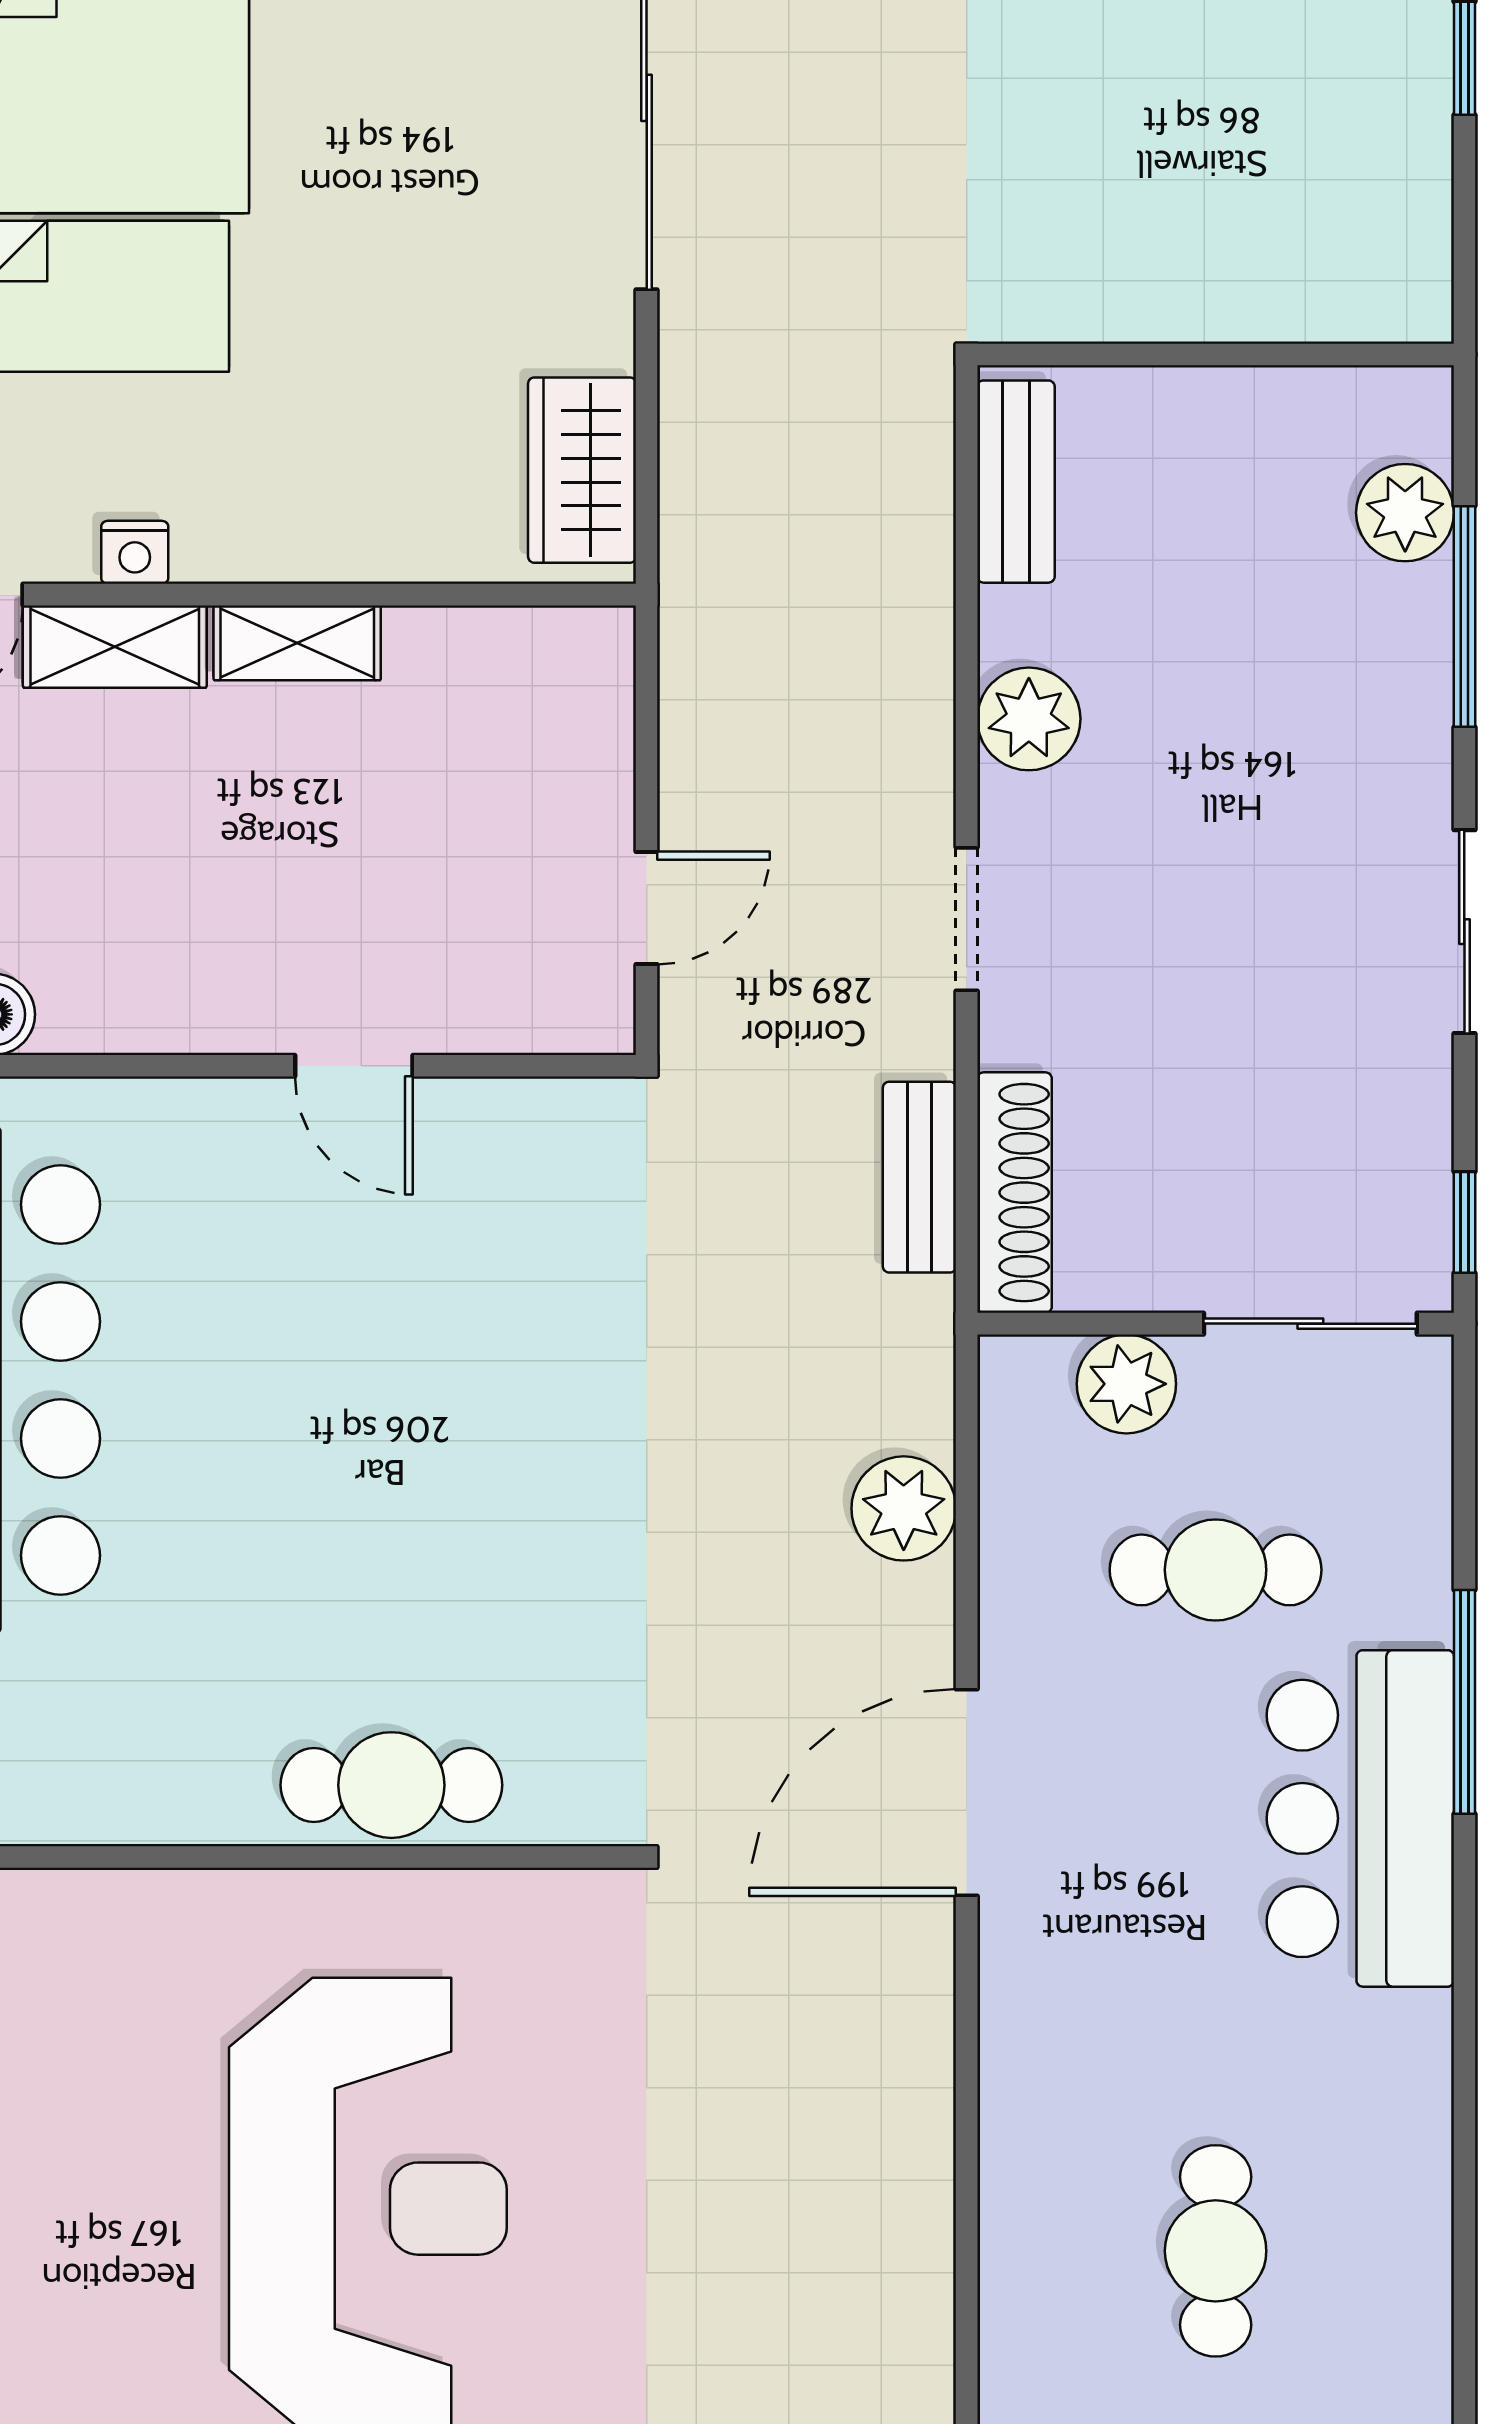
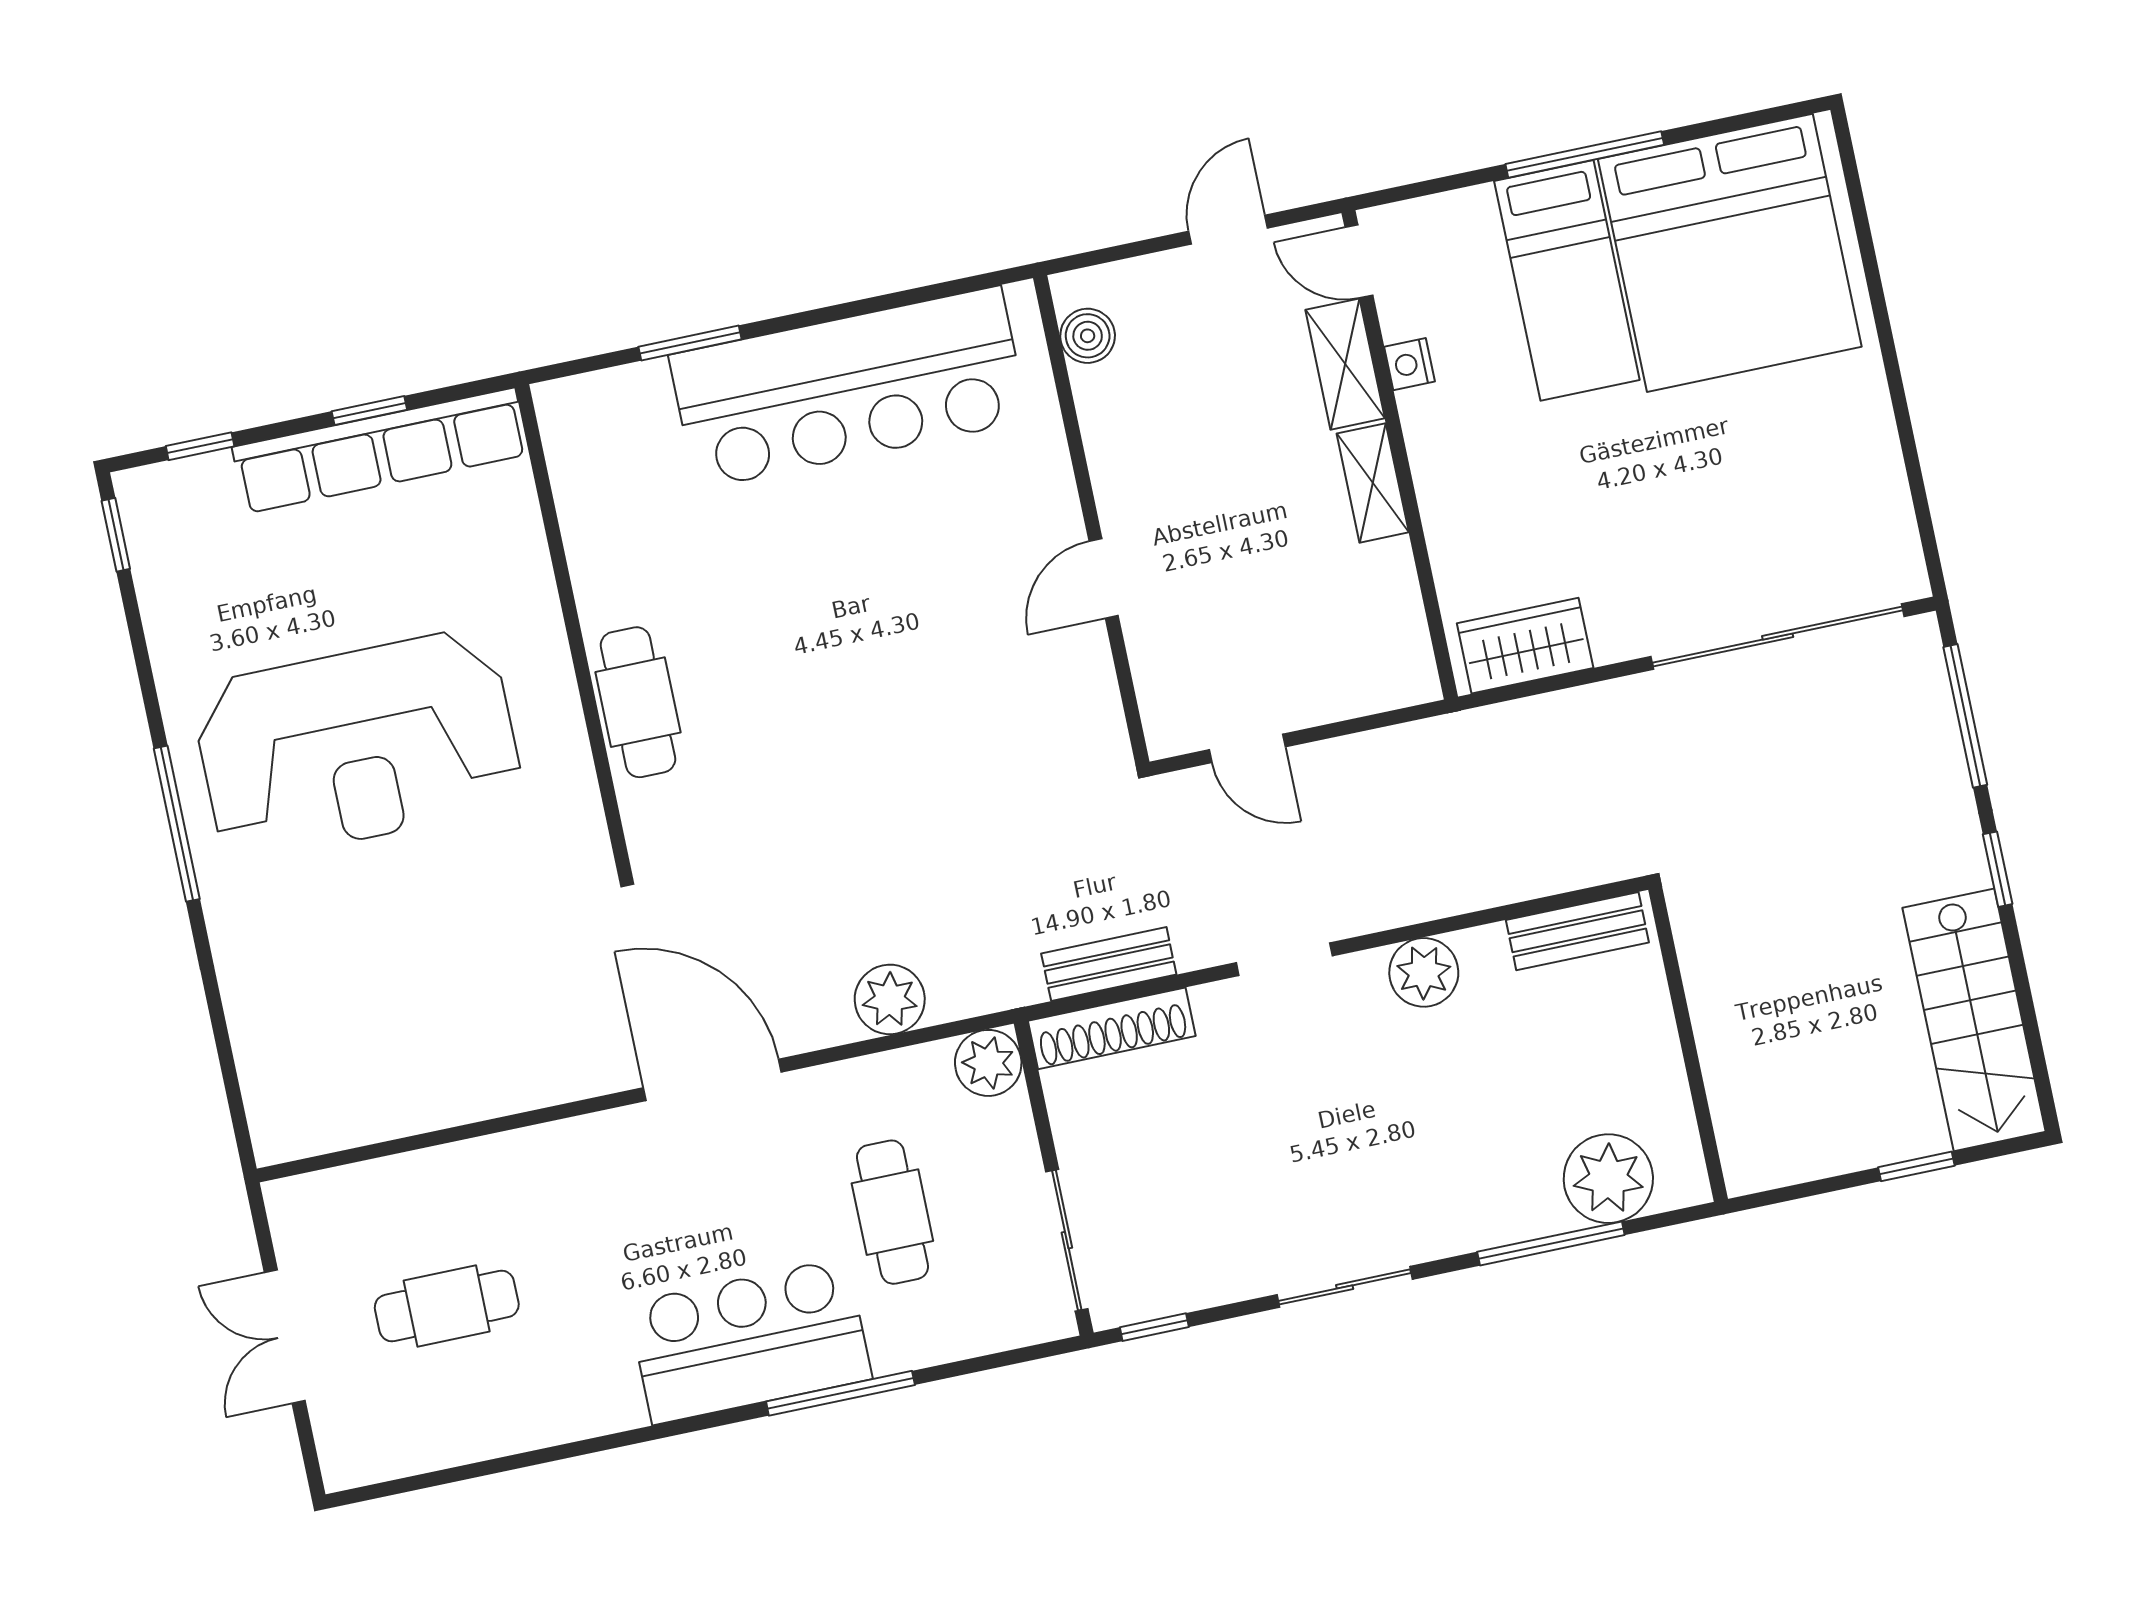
plant: (1405, 513) -> (1608, 1179), width x1.36, depth x1.36
plant: (1126, 1384) -> (988, 1063), moved

